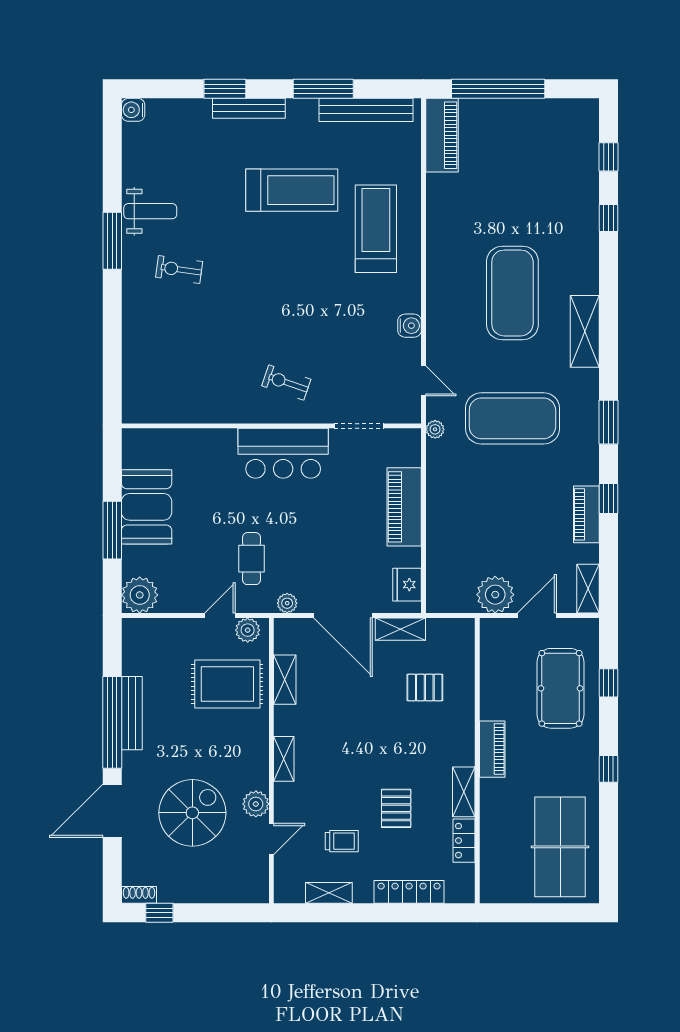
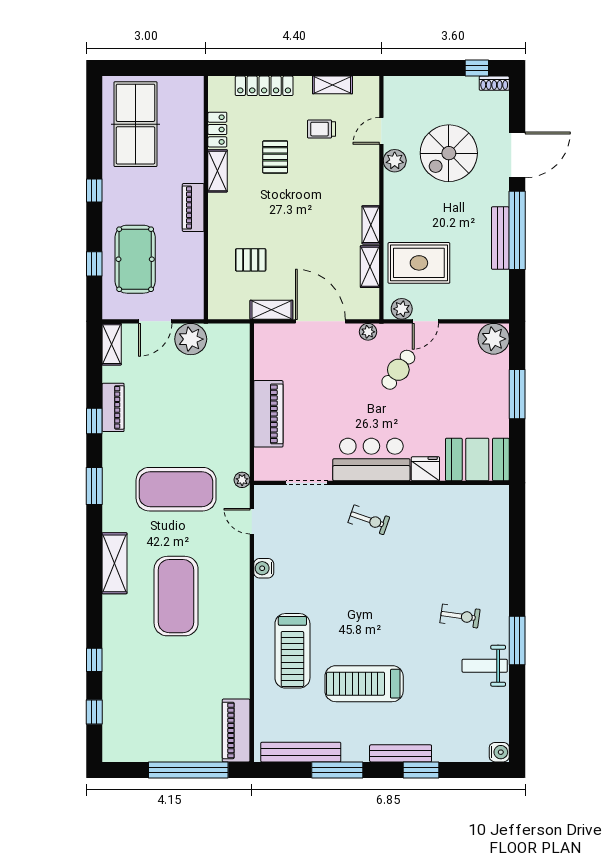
booth: (147, 507) -> (477, 459), moved, turned 90
cafe table: (252, 559) -> (398, 370), turned 36
fridge: (407, 585) -> (425, 469), moved, turned -90
shelving: (284, 759) -> (371, 225), moved

